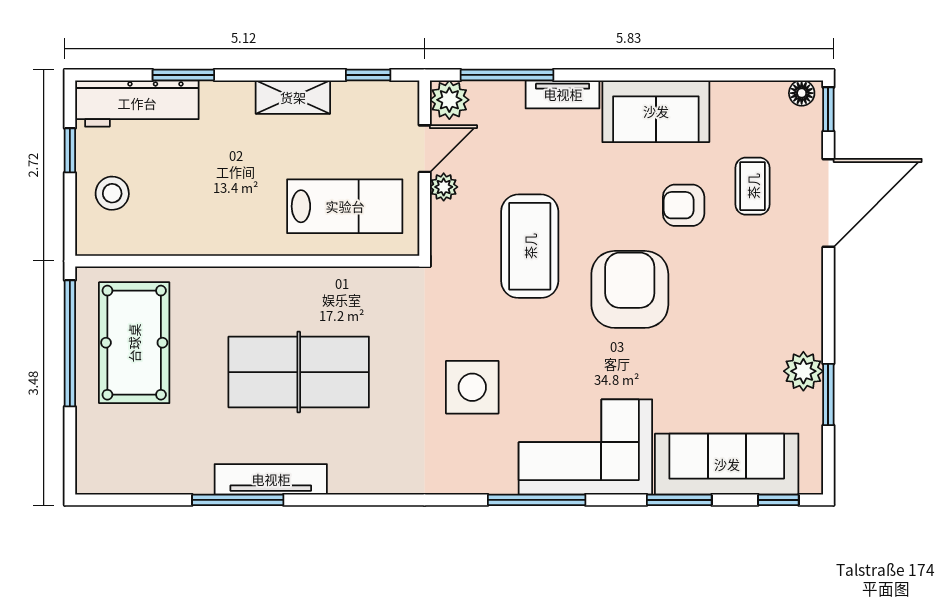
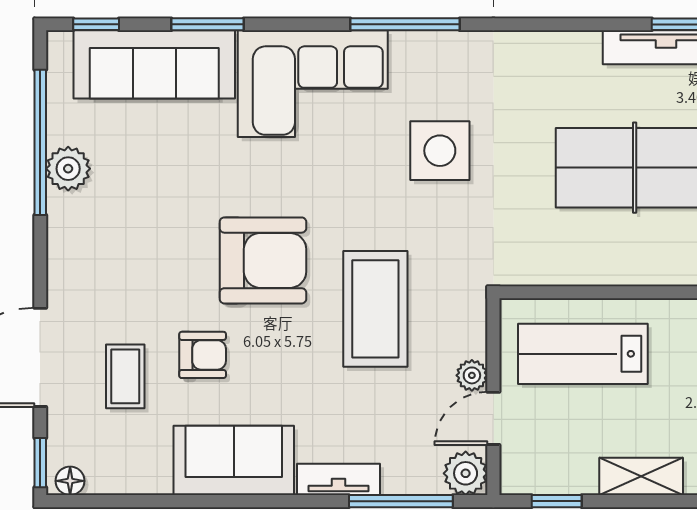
armchair: (630, 289) -> (263, 260), turned -90
window: (828, 395) -> (40, 142), width x2.11
window: (537, 500) -> (405, 24), moved

